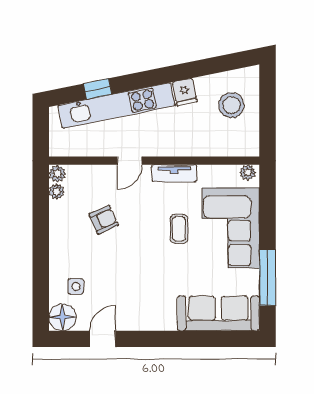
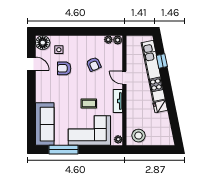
stool: (231, 105) -> (139, 136), moved
armchair: (112, 276) -> (64, 68), added

